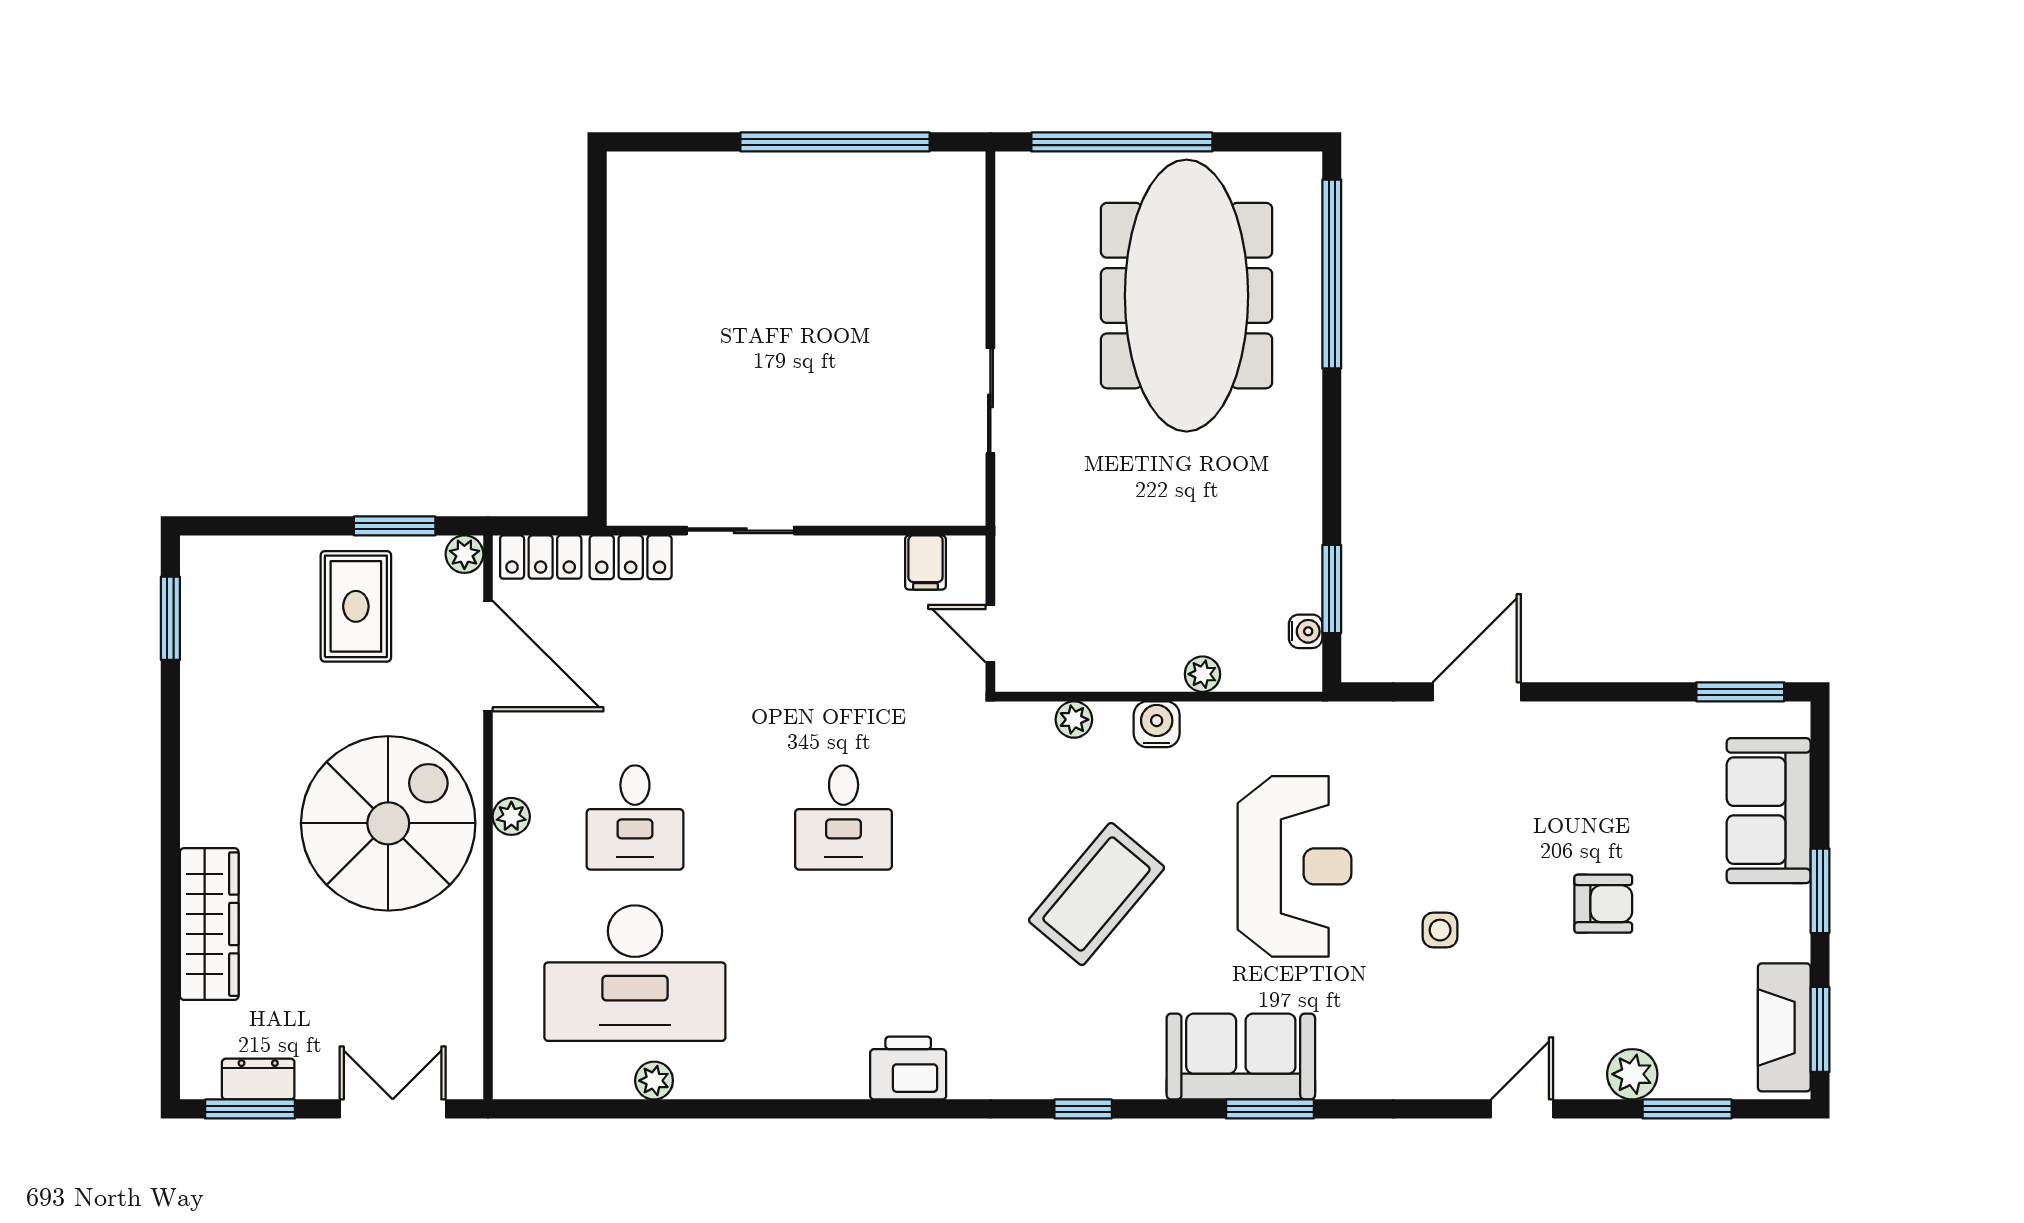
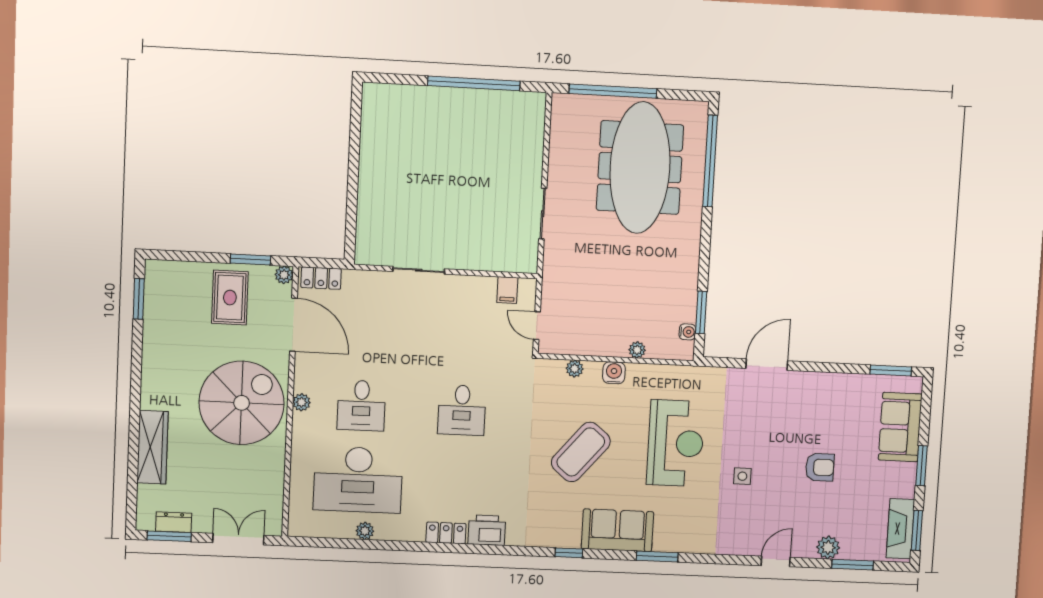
locker: (631, 557) -> (446, 533), moved, turned 180
sofa: (1241, 1057) -> (617, 530), moved

